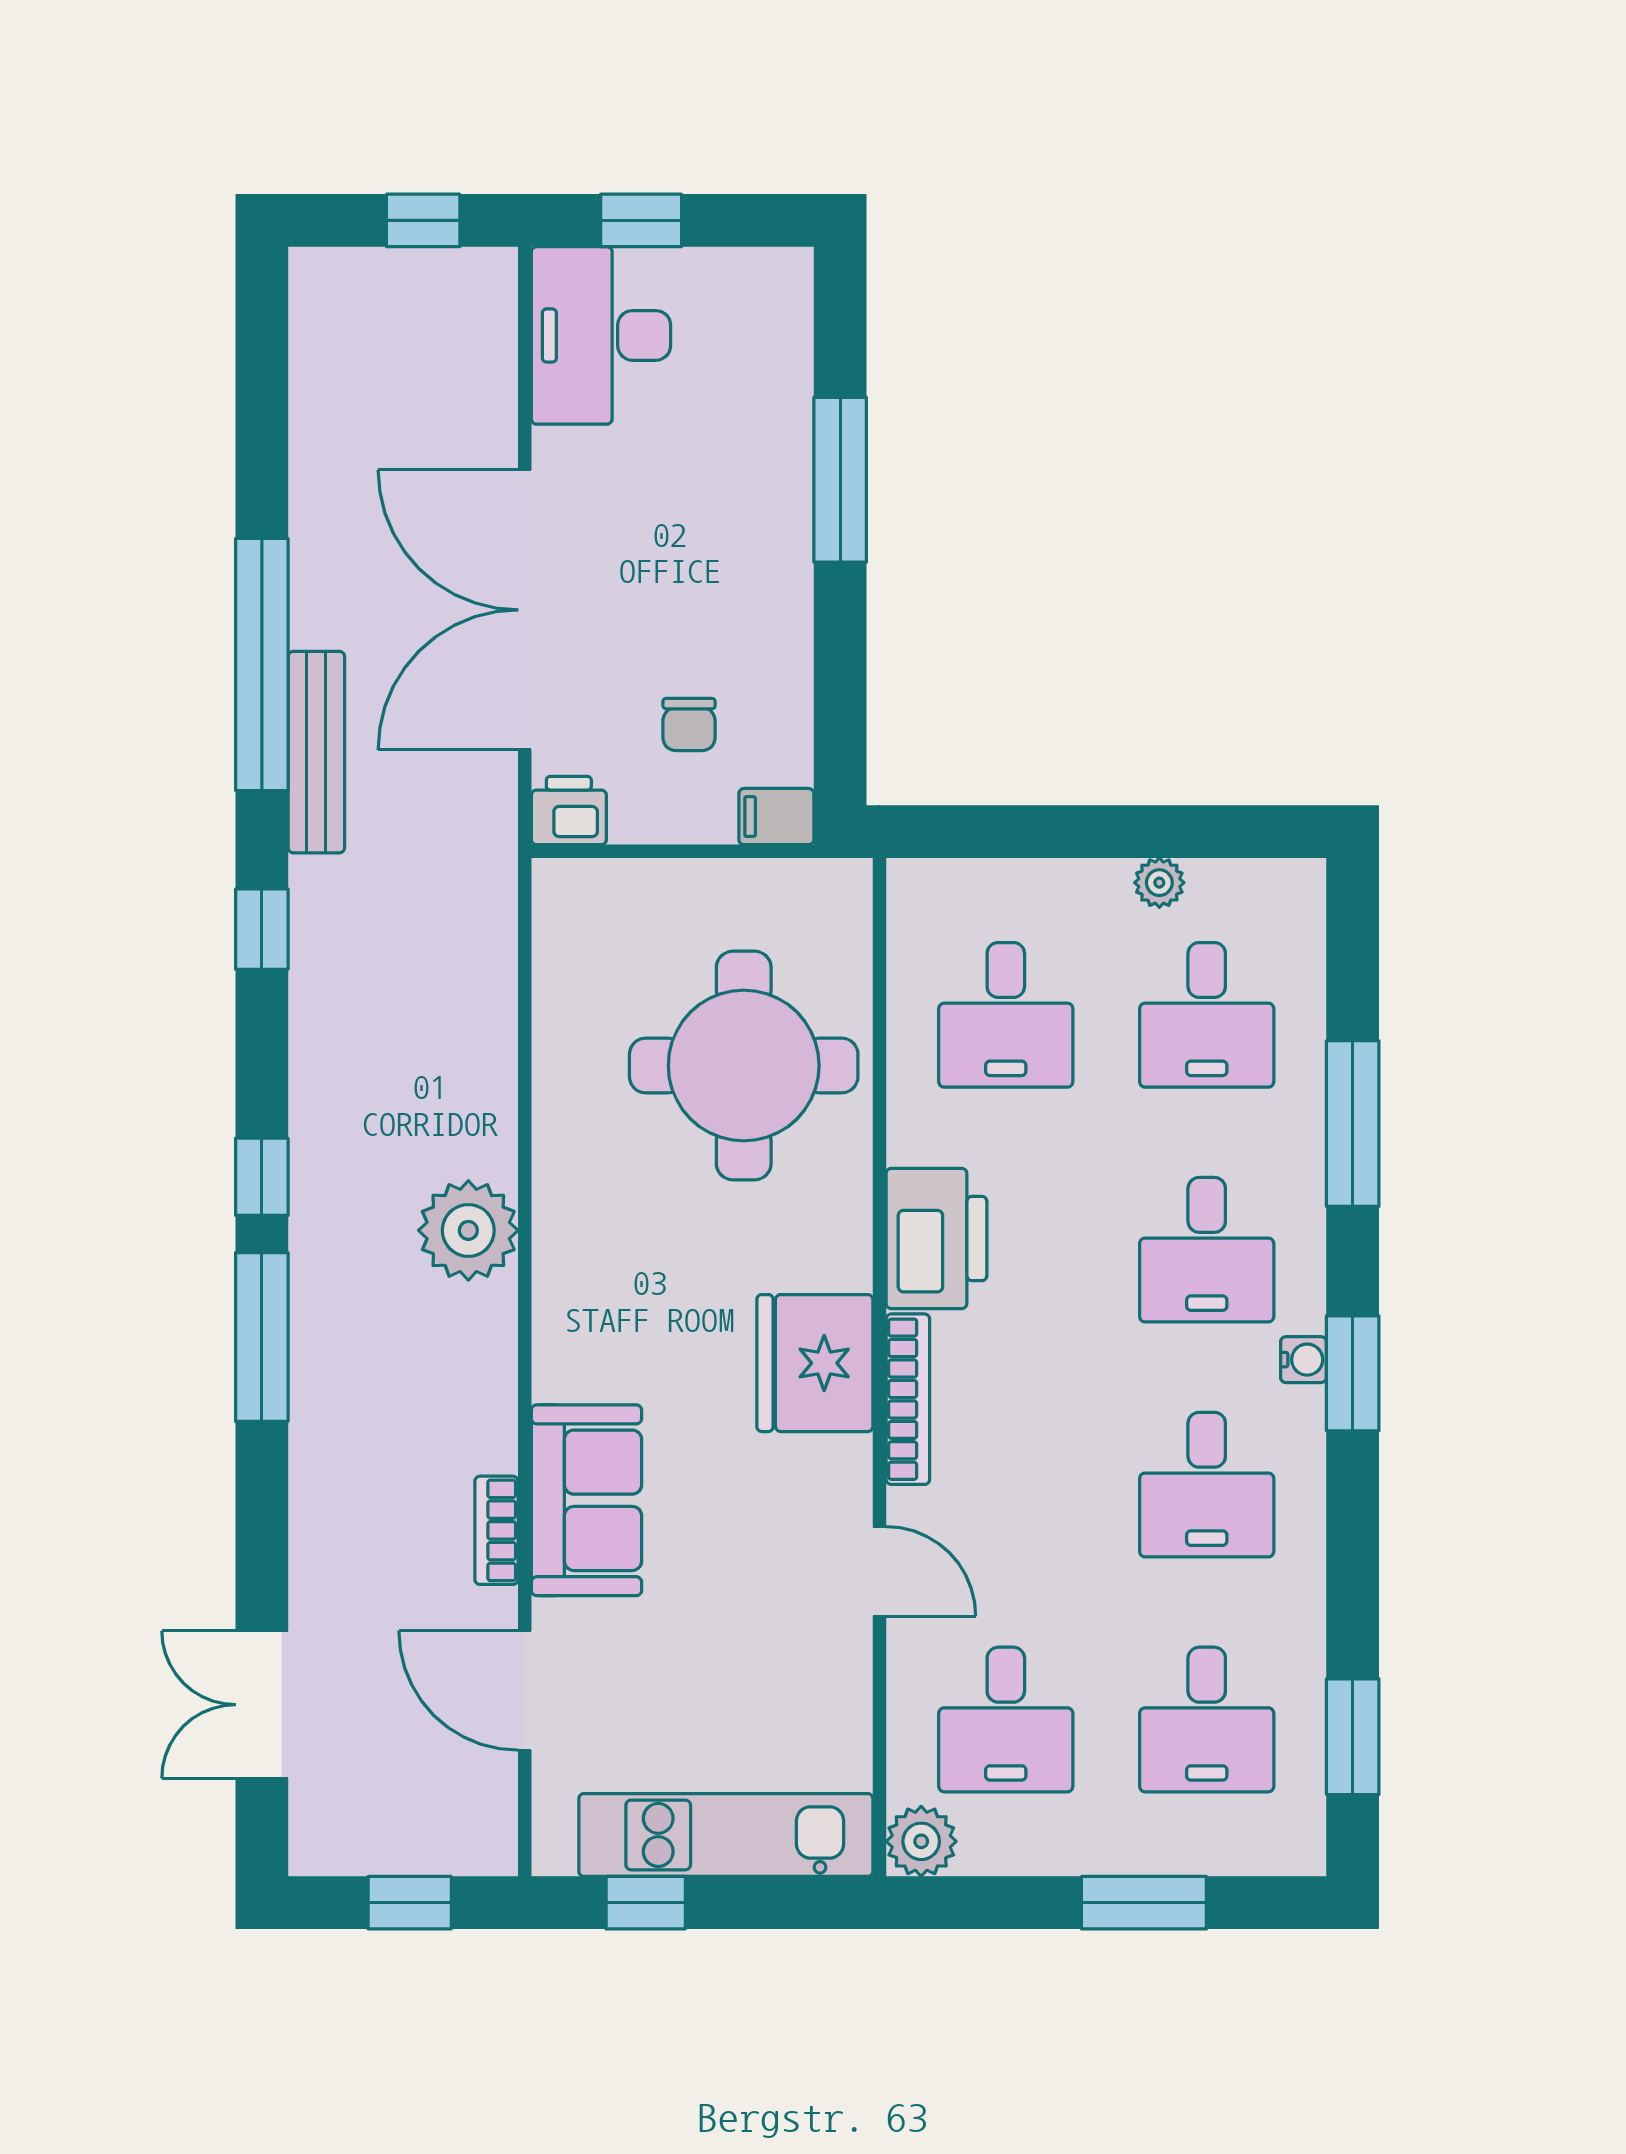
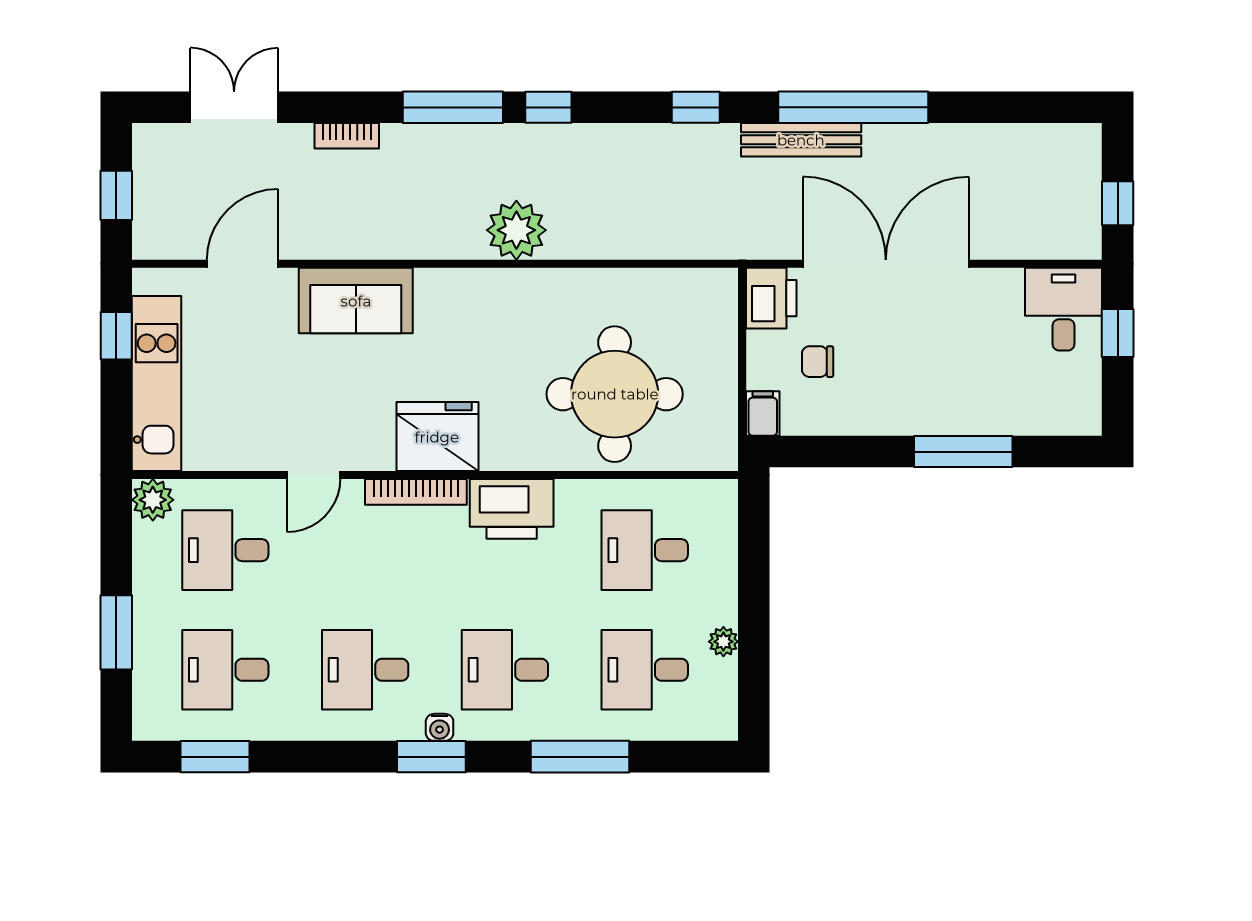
desk: (601, 335) -> (1064, 309), width x0.73
printer: (569, 811) -> (771, 298), width x1.36, depth x1.24
bookcase: (496, 1530) -> (347, 136), moved, turned 180

